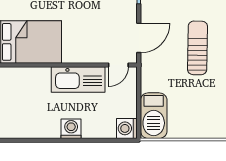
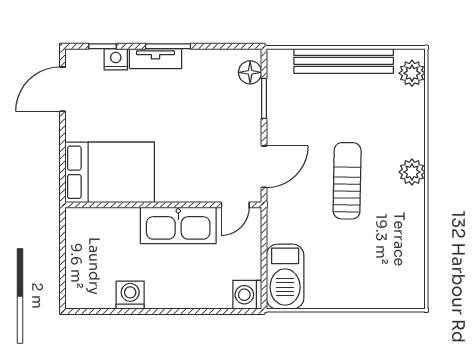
washing machine: (71, 129) -> (130, 295), moved

